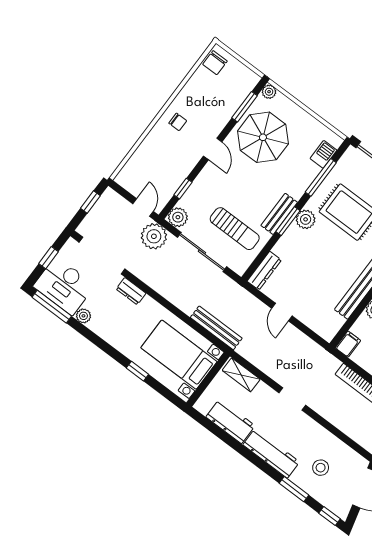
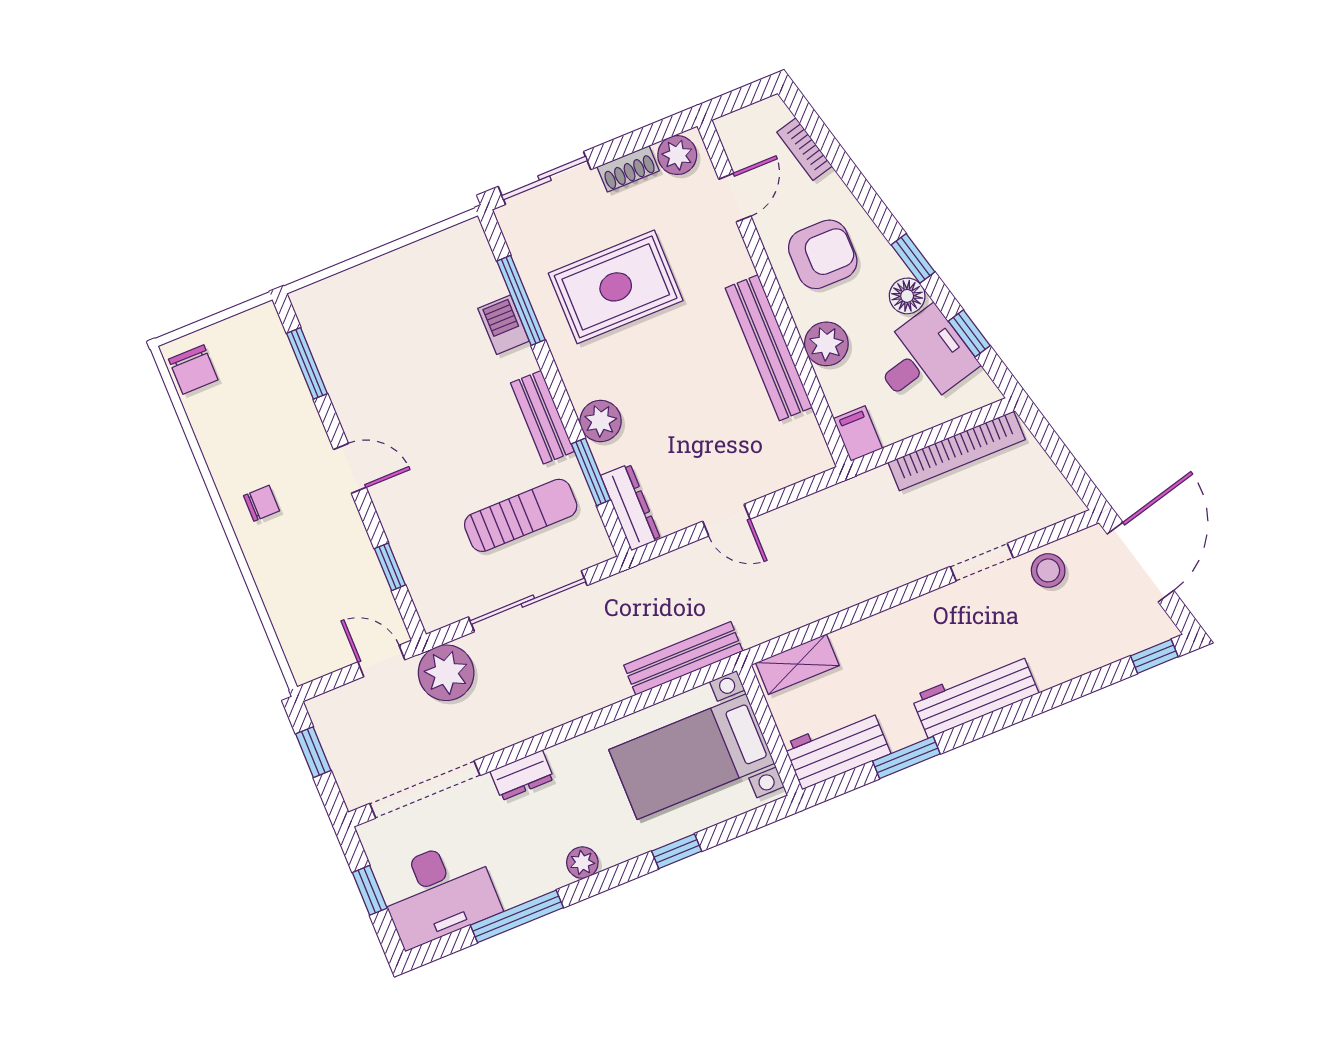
plant: (269, 92) -> (306, 302), removed
parasol: (263, 137) -> (384, 363), removed
barbecue: (323, 154) -> (504, 325), moved
plant: (178, 217) -> (437, 608), removed
plant: (306, 219) -> (601, 421), moved
window: (288, 221) -> (591, 472), moved
window: (52, 307) -> (517, 916), moved
plant: (83, 316) -> (582, 863), moved
doorway: (292, 399) -> (982, 562), moved
workbench: (231, 421) -> (837, 749), moved
stool: (321, 468) -> (1048, 570), moved
window: (294, 489) -> (906, 757), moved

